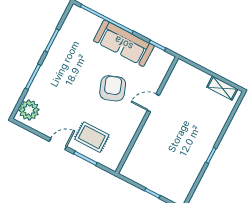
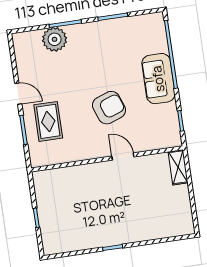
sofa: (124, 43) -> (158, 79), width x0.73
shelving: (222, 88) -> (178, 167), moved
plant: (29, 110) -> (55, 39), moved

